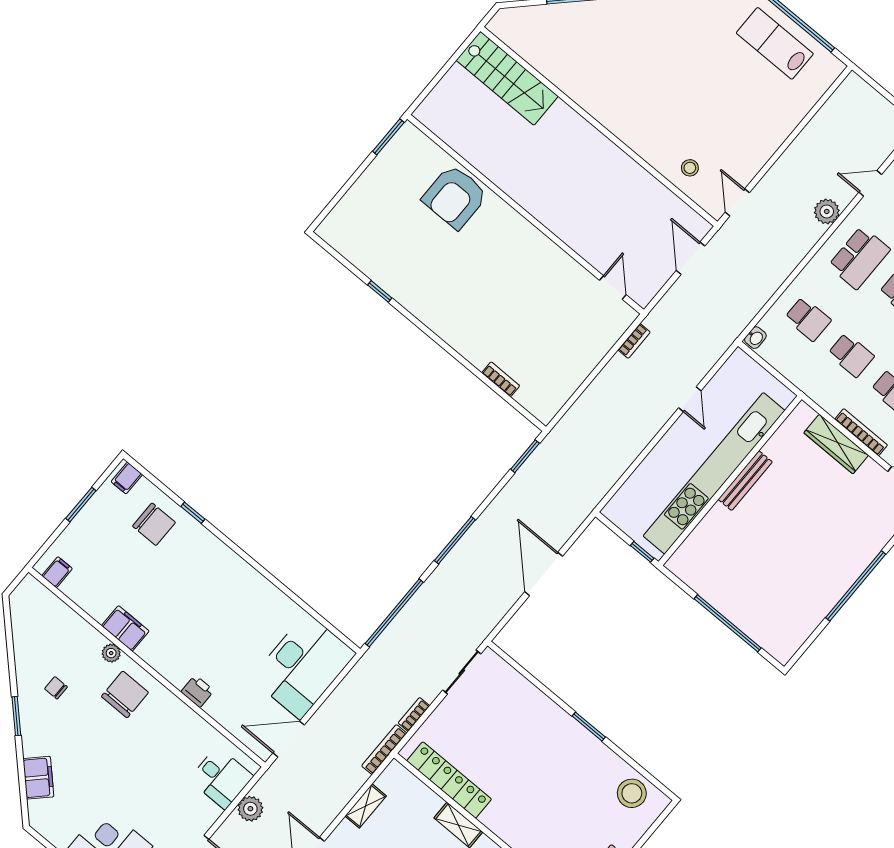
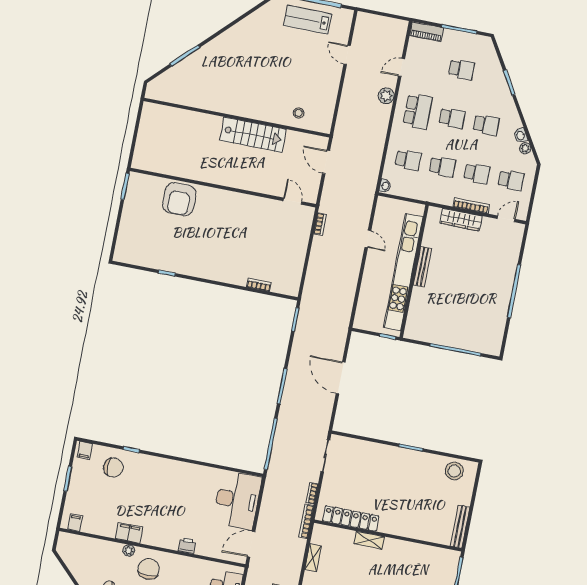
stairs: (507, 78) -> (253, 135), moved
door: (737, 202) -> (347, 55), moved

